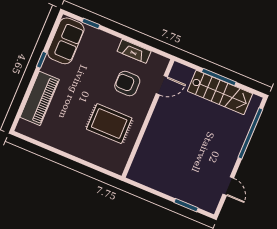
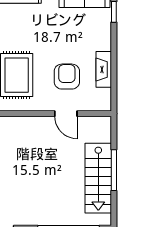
door: (162, 85) -> (66, 114), moved

